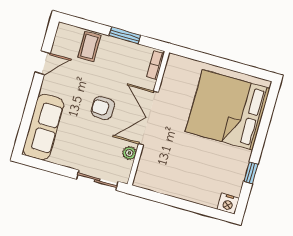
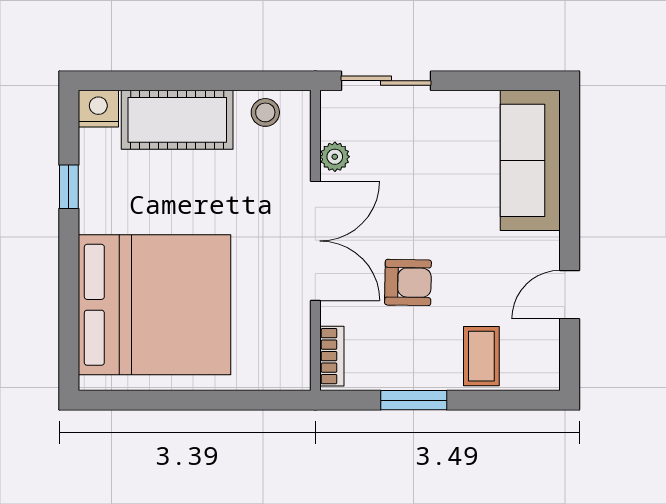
armchair: (103, 108) -> (408, 282), moved
stool: (155, 181) -> (265, 112), added
cot: (195, 189) -> (177, 120), added

